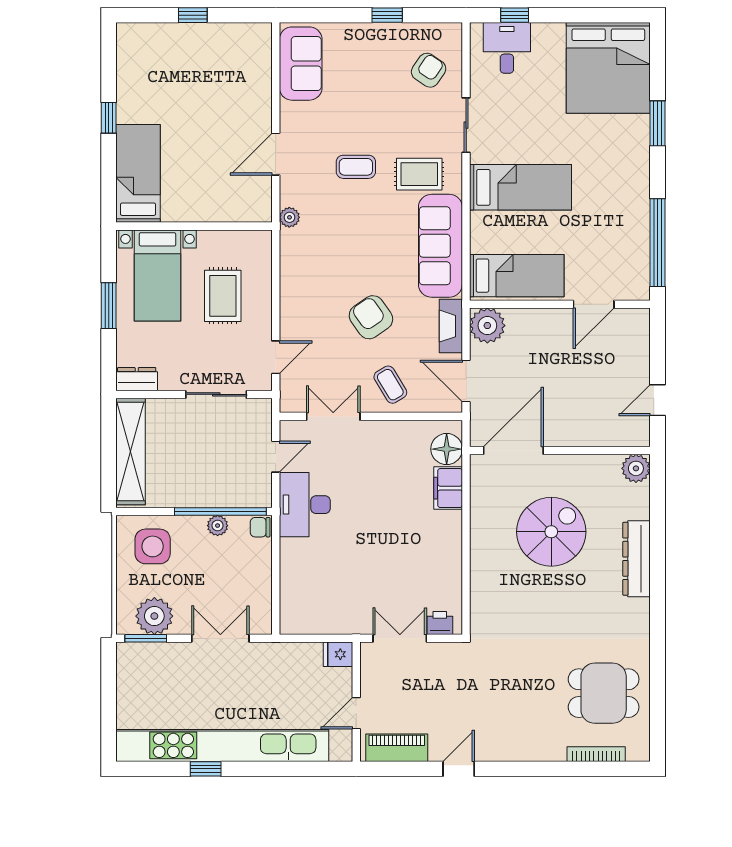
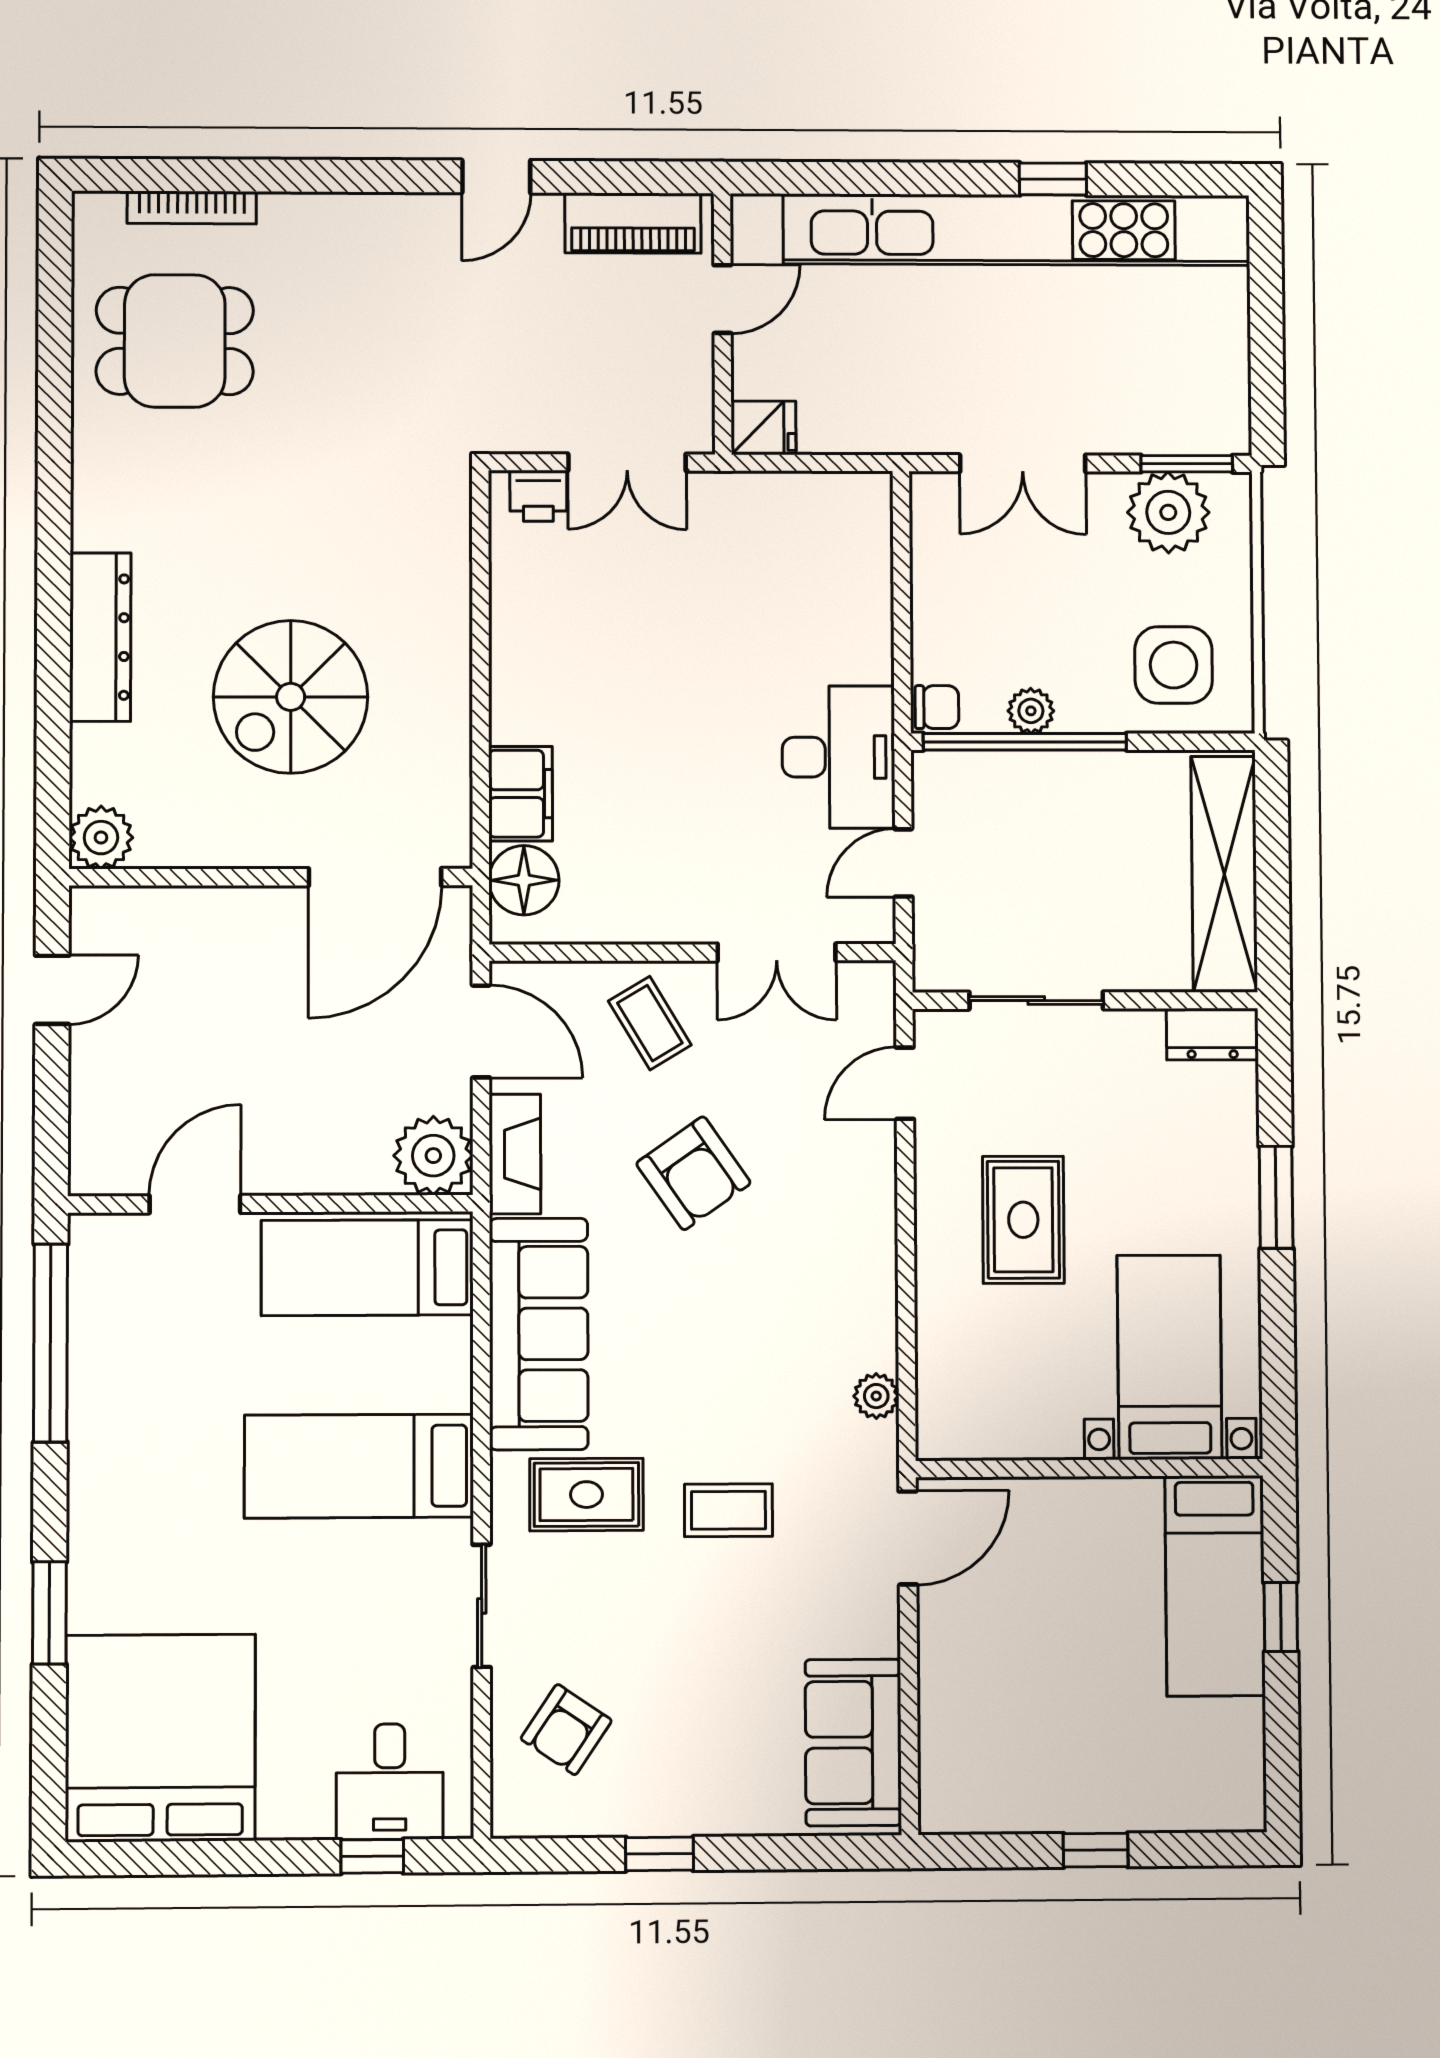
bed: (138, 173) -> (1215, 1586), moved
wall: (194, 226) -> (1089, 1468), moved
bed with nightstands: (158, 275) -> (1170, 1357), moved

